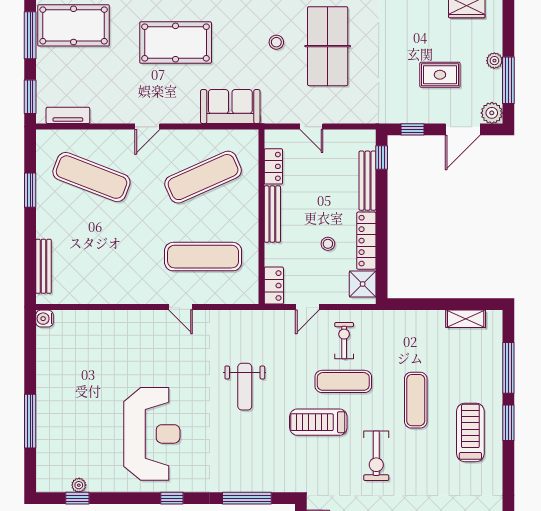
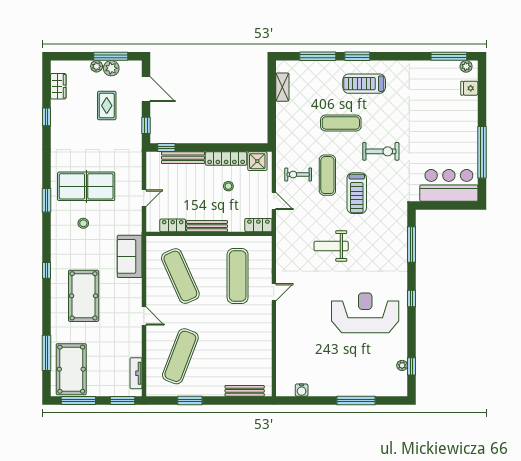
plant: (492, 113) -> (111, 68), moved
water cooler: (44, 319) -> (302, 390), moved
weight bench: (245, 387) -> (331, 246), turned 180

